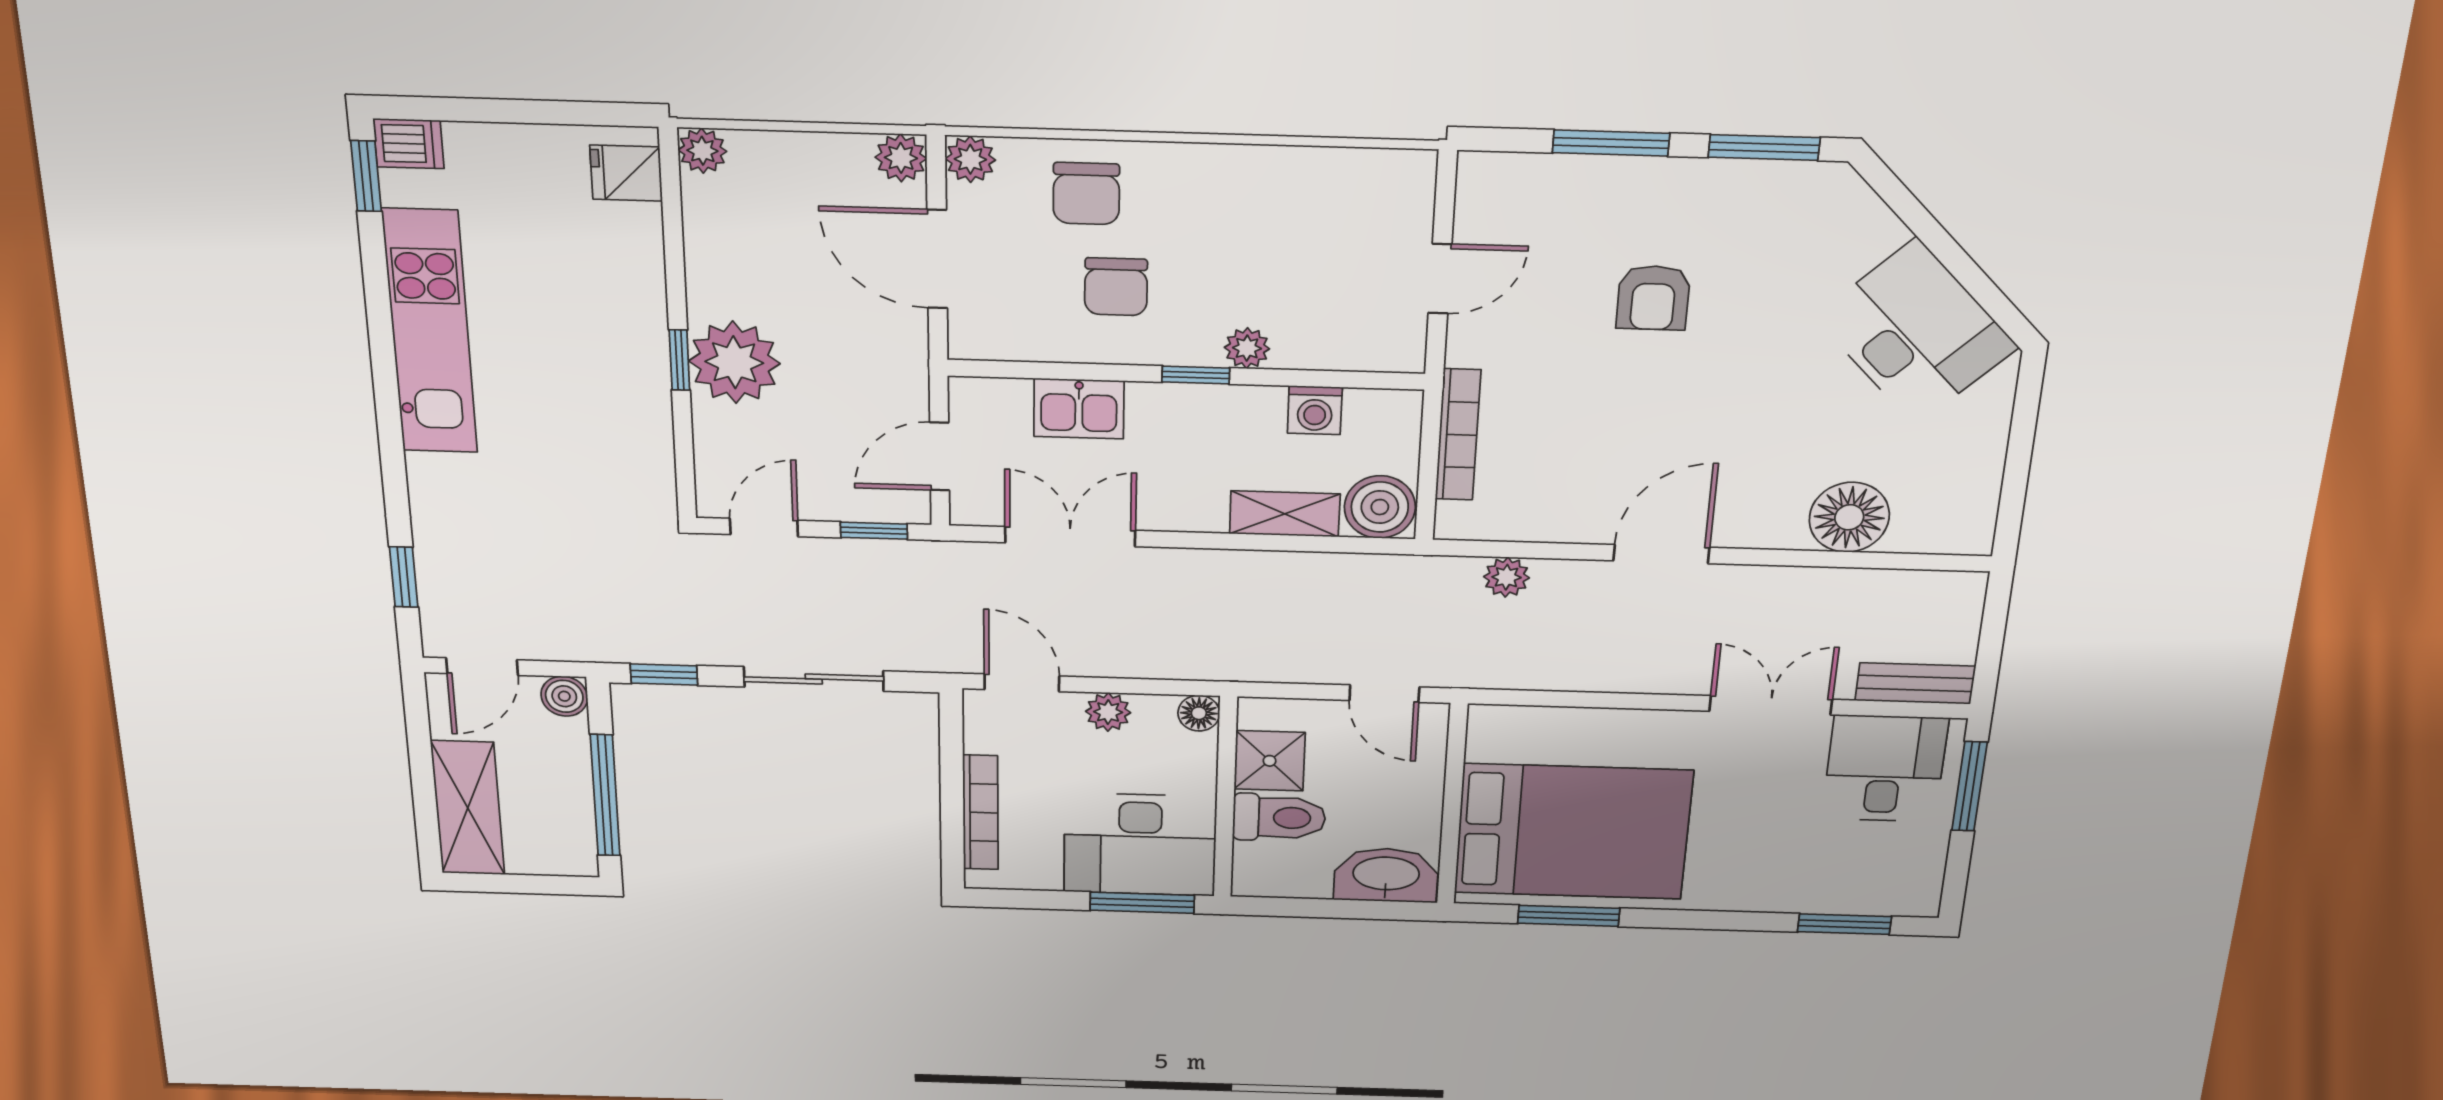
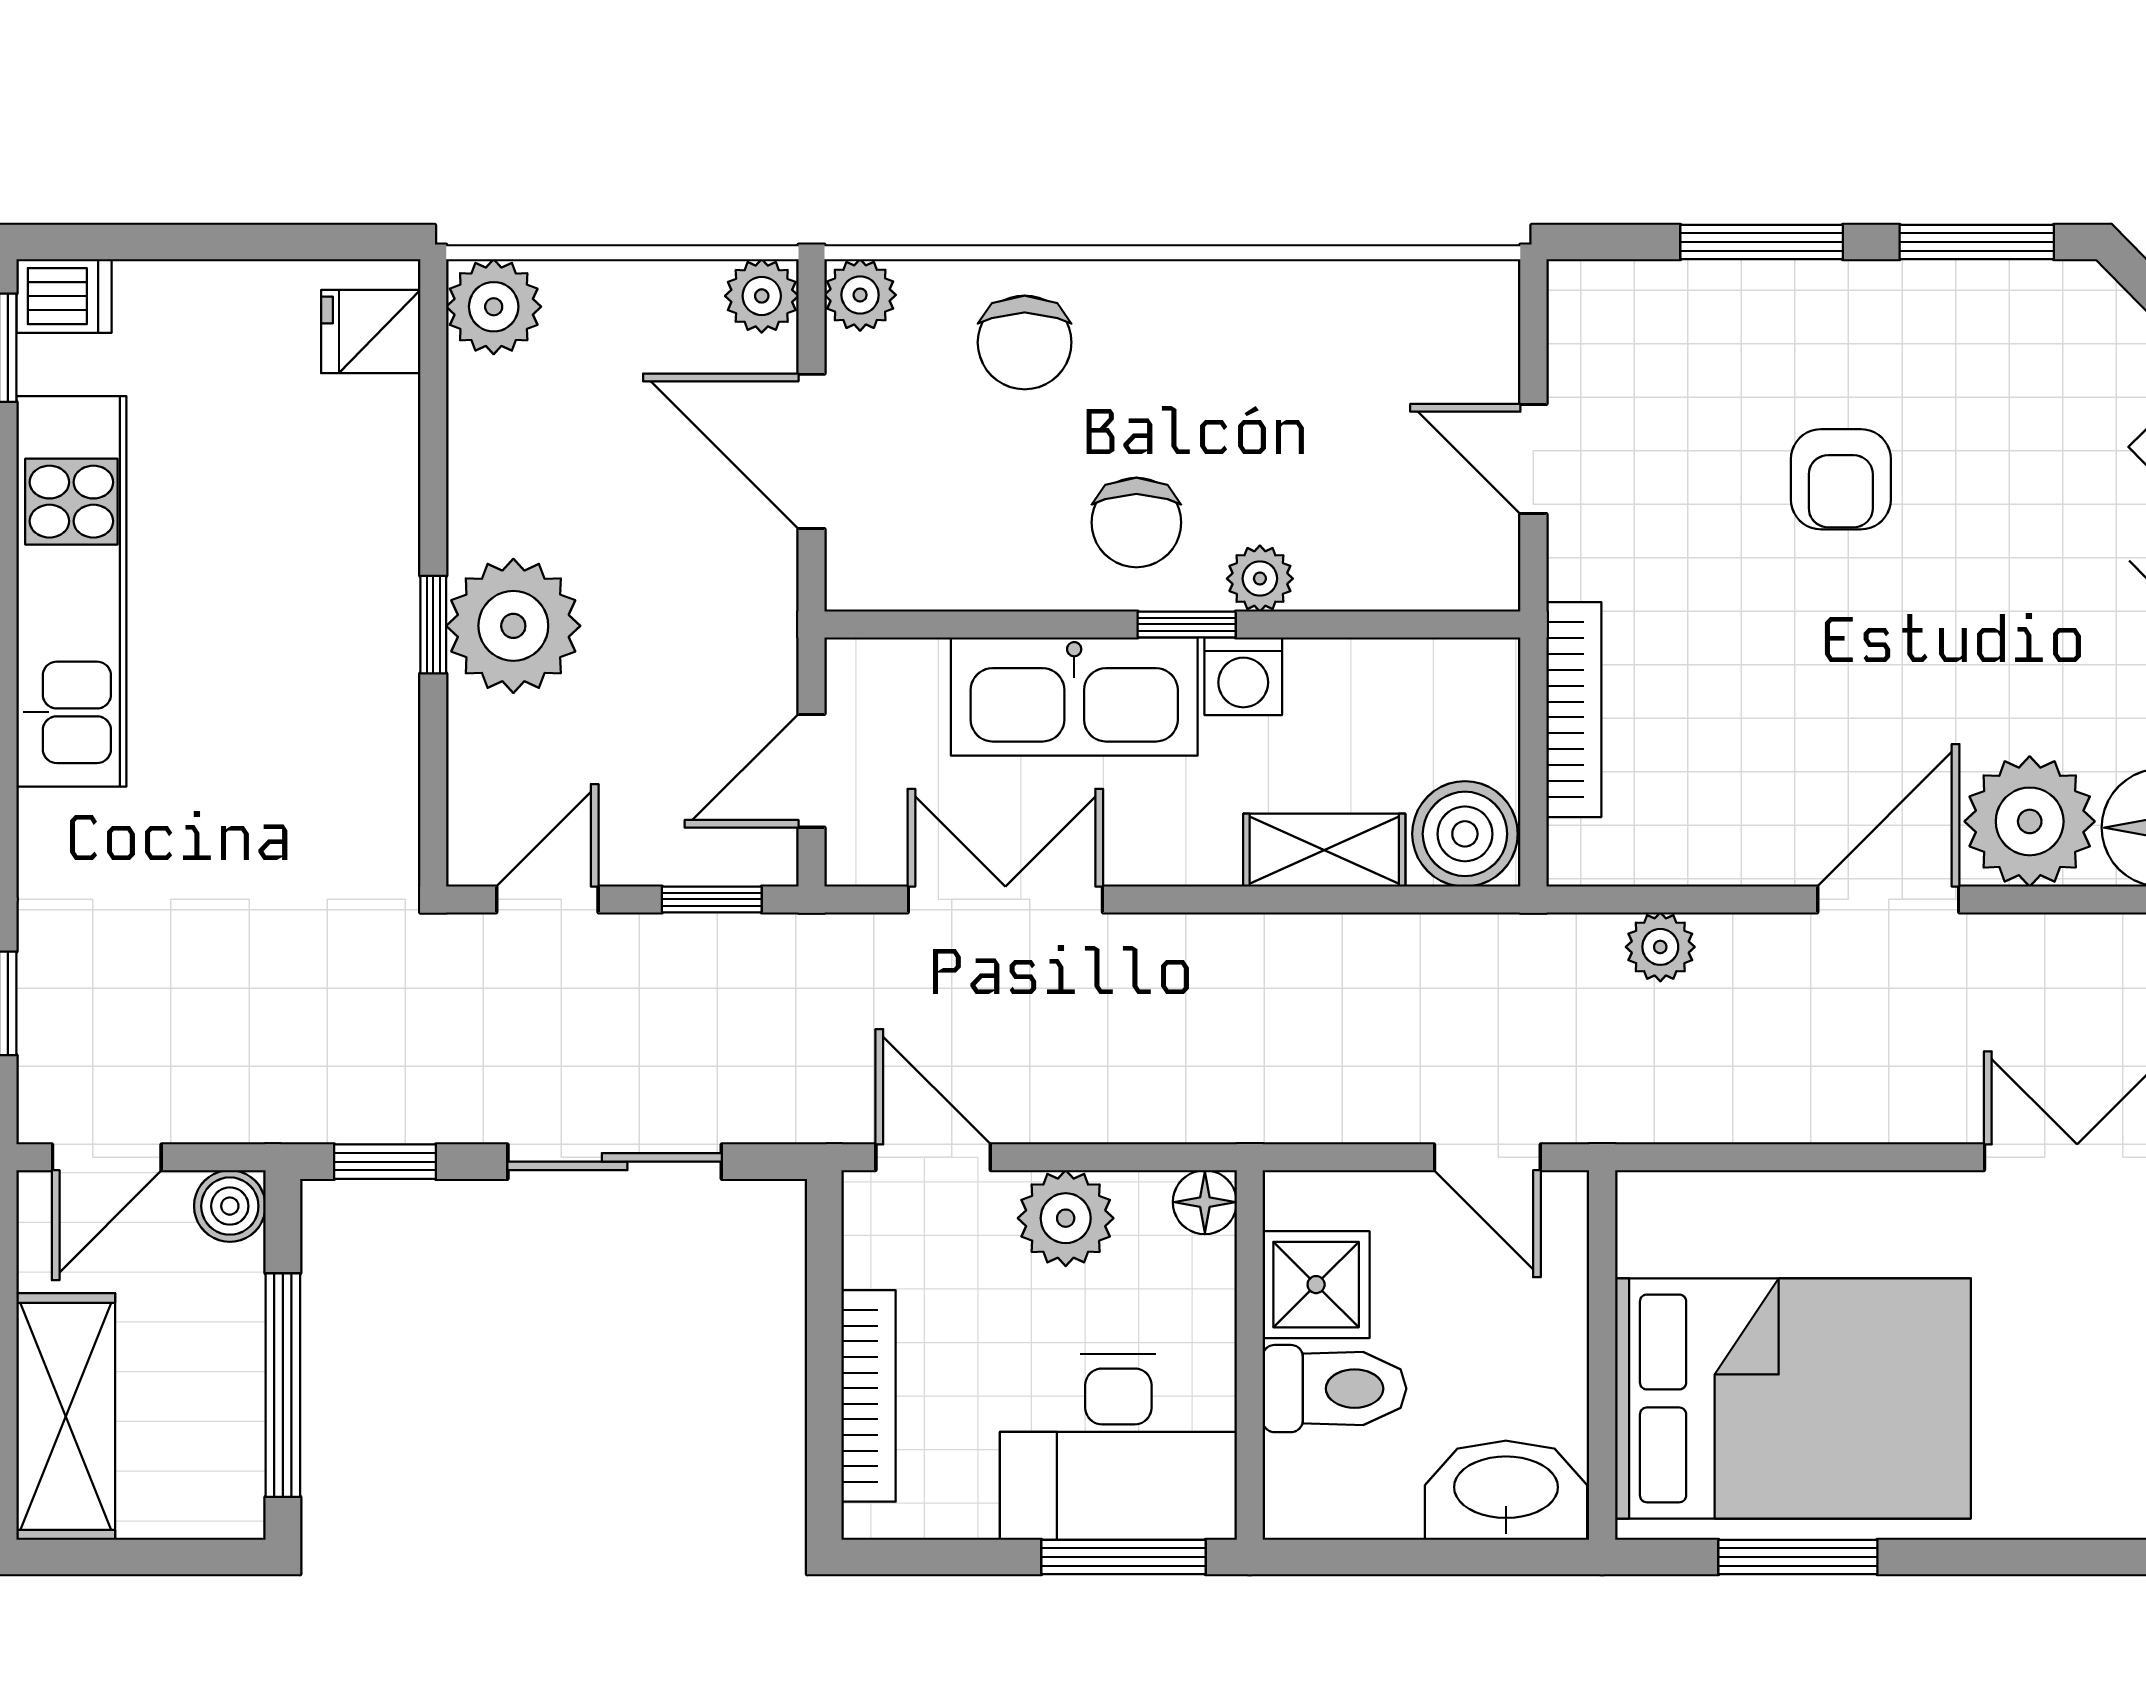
plant: (702, 151) -> (494, 307), width x1.38, depth x1.38
door: (1440, 279) -> (1533, 459), swing flipped
chair: (1116, 287) -> (1136, 522), moved
kitchen sink: (1079, 409) -> (1074, 697), width x1.88, depth x1.24
washing machine: (1315, 410) -> (1243, 676), moved
plant: (1761, 511) -> (2030, 821), added
plant: (1108, 712) -> (1066, 1218), width x1.38, depth x1.38

